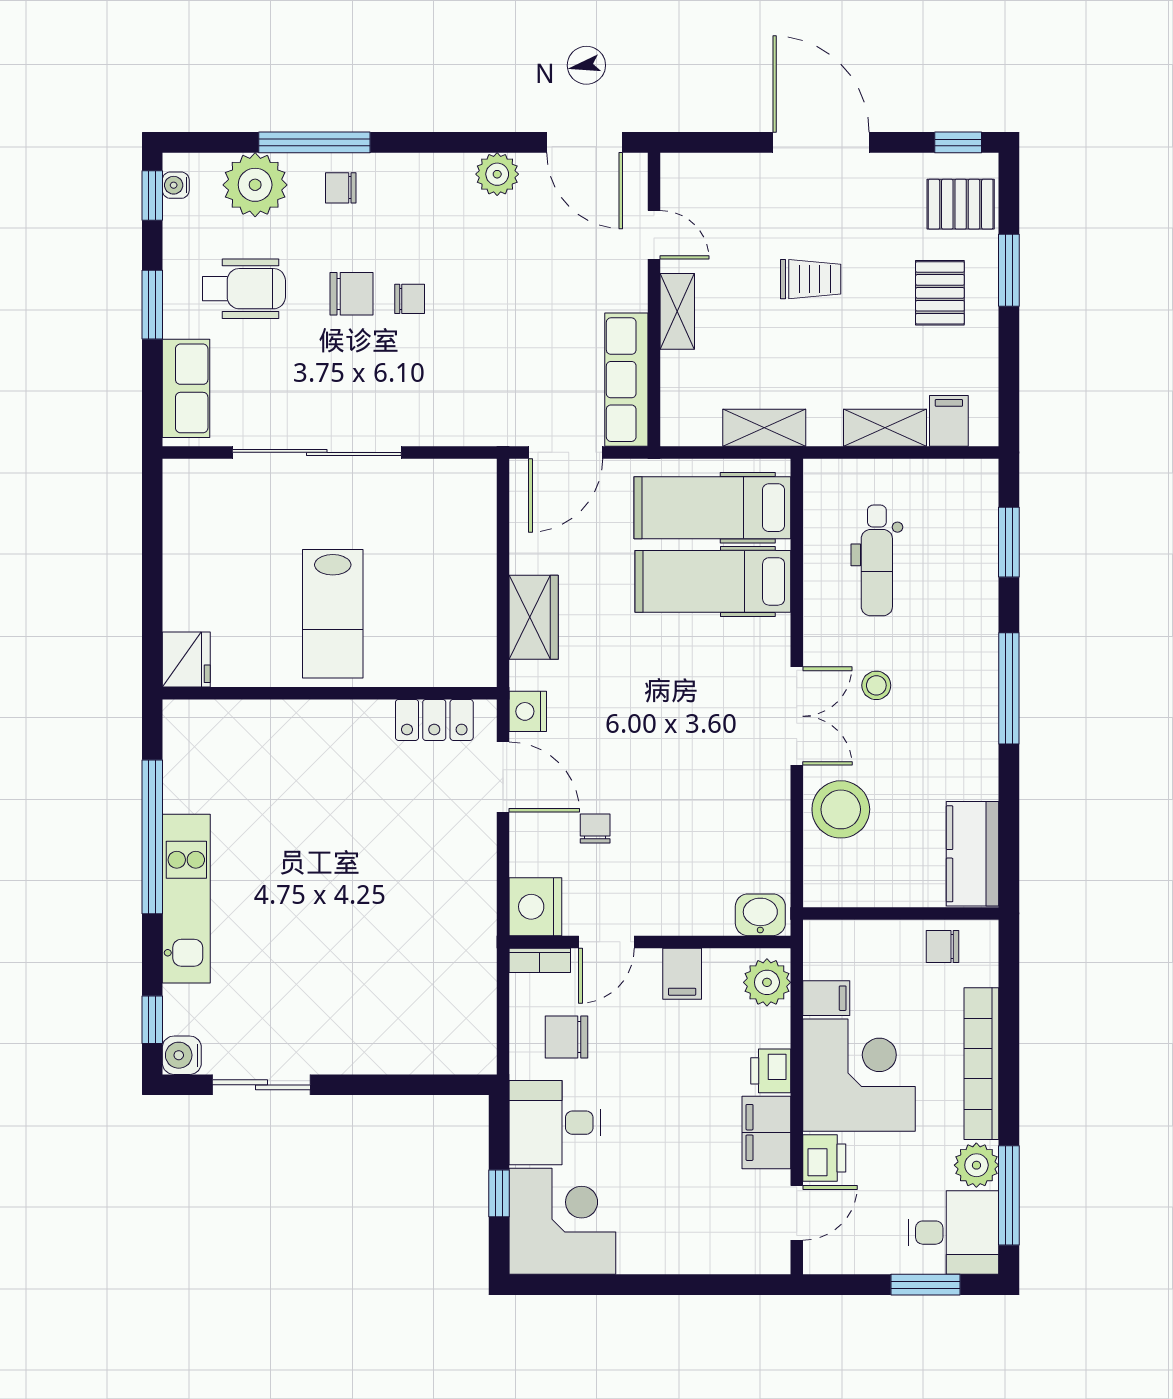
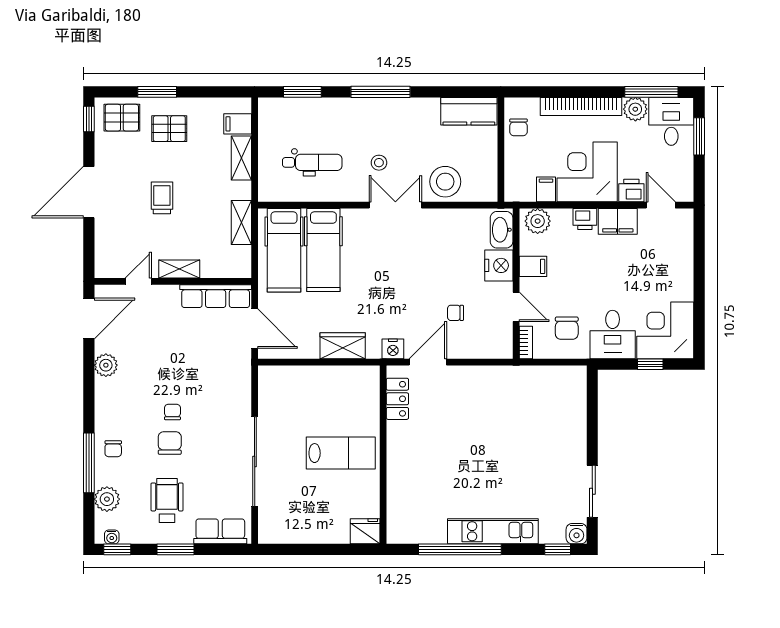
plant: (255, 185) -> (107, 499), width x0.73, depth x0.73
pallet: (961, 204) -> (122, 118), turned 90
nightstand: (535, 907) -> (499, 265), moved, turned -90
washbasin: (760, 915) -> (502, 230), width x1.38

